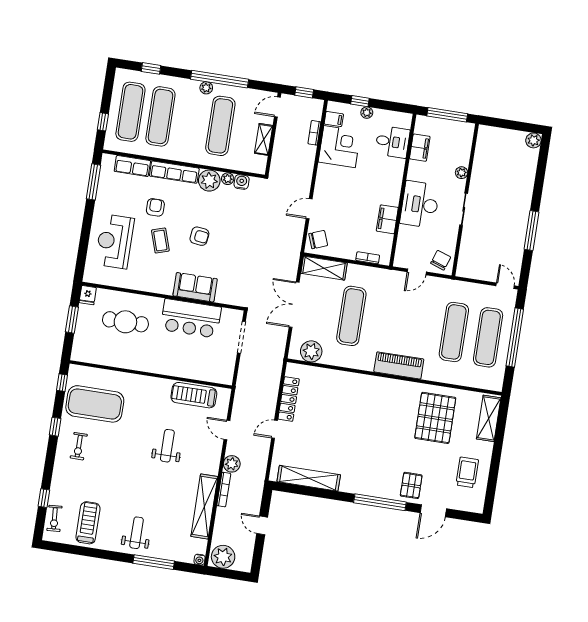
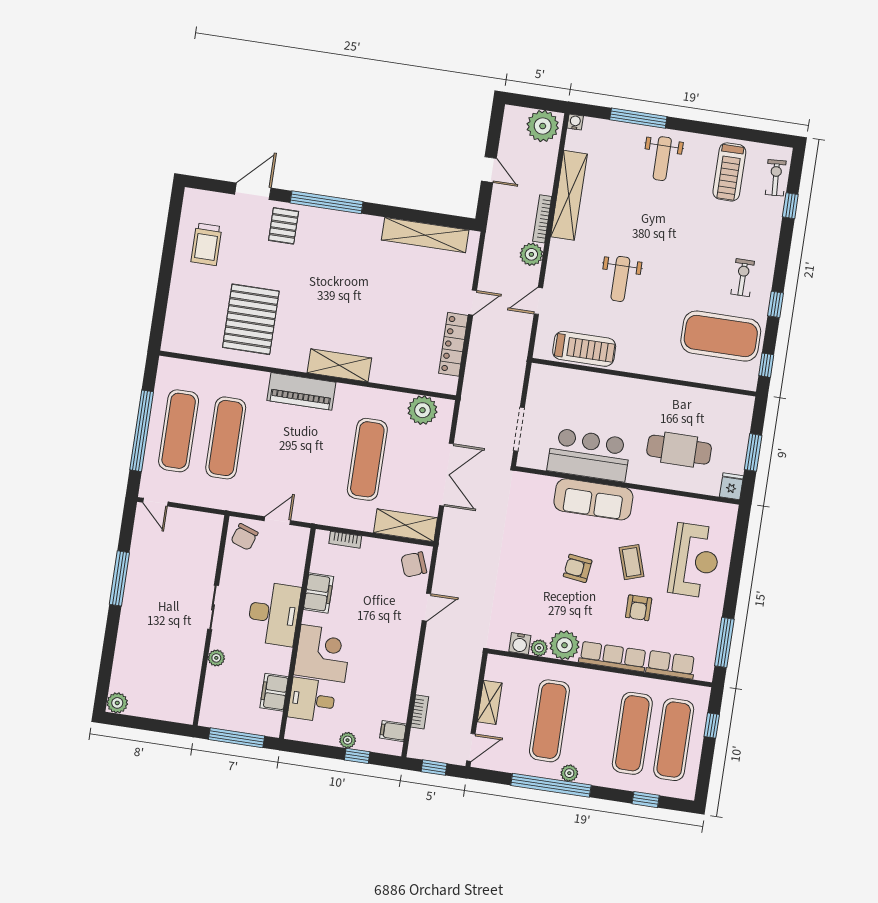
corner desk: (339, 147) -> (323, 653), moved, turned 180
sofa: (195, 287) -> (593, 499), width x1.36
shelving: (489, 418) -> (339, 365), moved, turned 90
door: (227, 430) -> (538, 301), swing flipped

